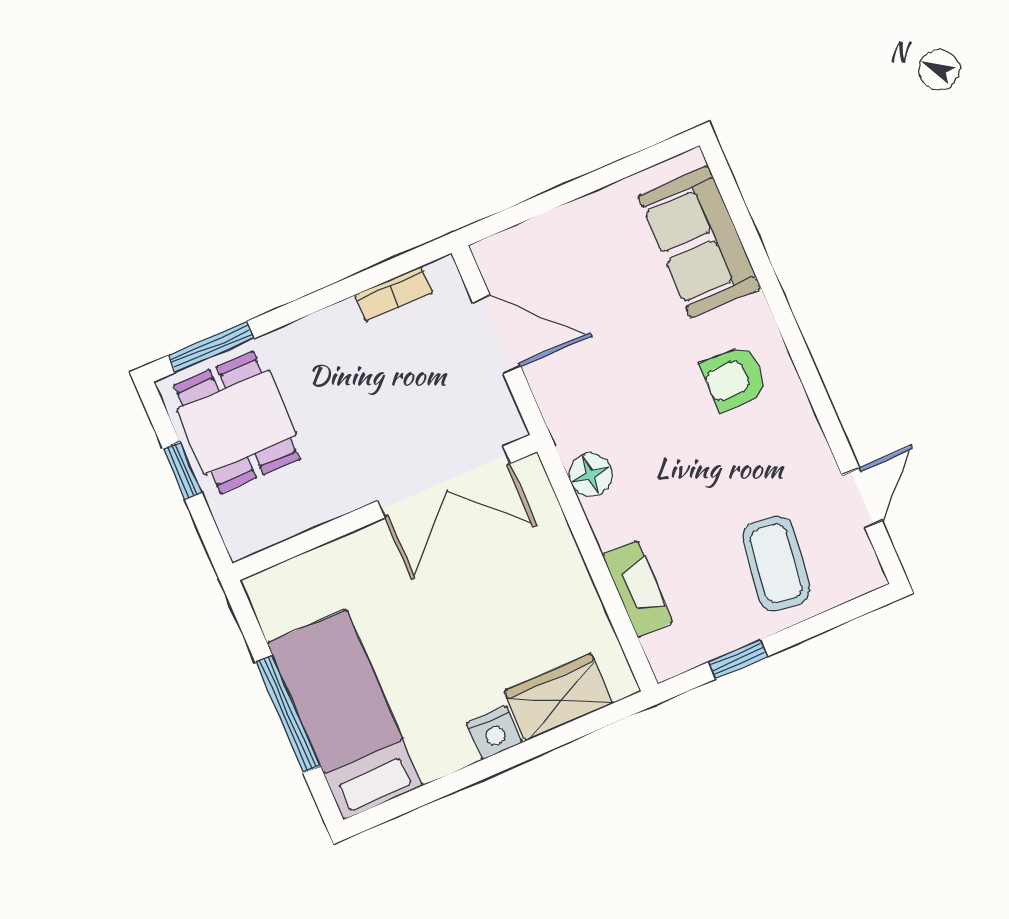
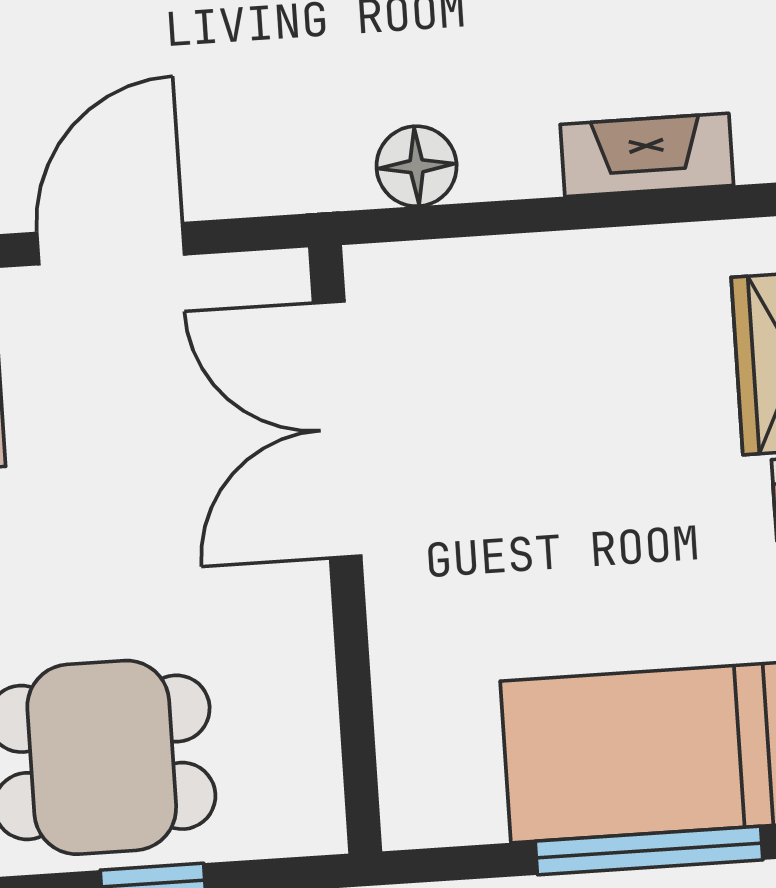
double door: (444, 482) -> (337, 429), swing flipped

